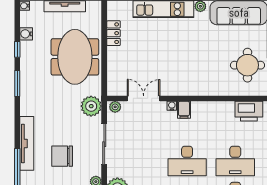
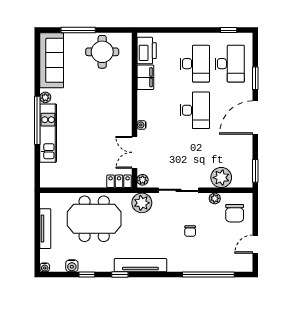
locker: (114, 33) -> (119, 181), moved
window: (17, 84) -> (120, 274), width x0.67
filing cabinet: (184, 110) -> (145, 77), moved, width x2.00
tv unit: (27, 143) -> (140, 265), moved
chair: (62, 156) -> (190, 231), width x0.54, depth x0.54

